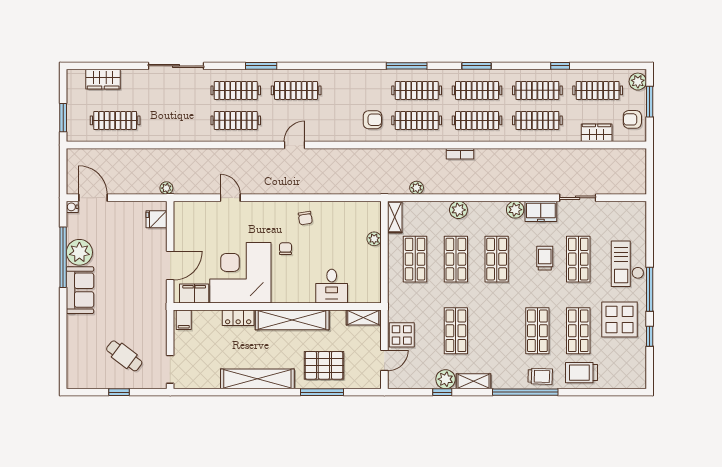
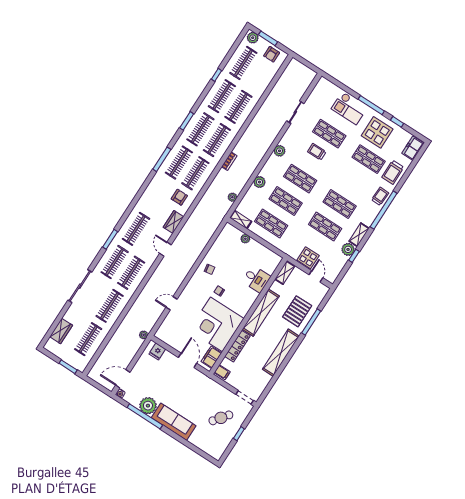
clothes rail: (175, 120) -> (110, 306), added
wardrobe: (597, 133) -> (173, 222), moved
freezer: (541, 211) -> (413, 148), moved, turned 180
sofa: (80, 290) -> (174, 422), width x1.36
locker: (238, 318) -> (237, 346), width x1.53
shop shelf: (537, 331) -> (340, 204), moved

